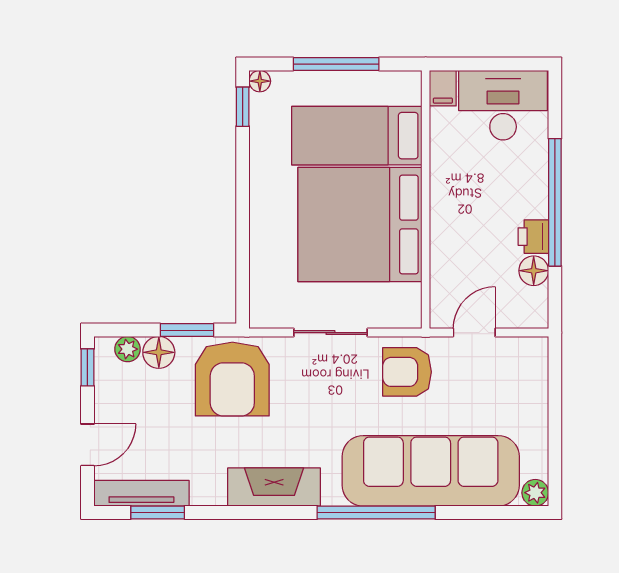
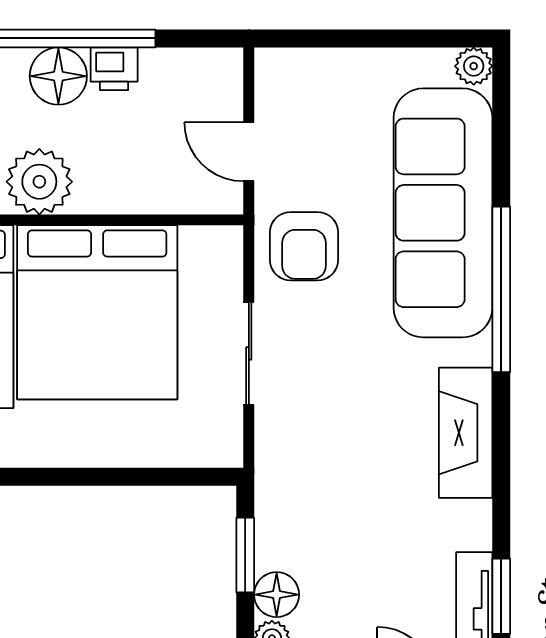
plant: (453, 183) -> (39, 182), added
floor lamp: (534, 271) -> (58, 76), moved, width x1.38, depth x1.38
armchair: (232, 379) -> (314, 491), removed

